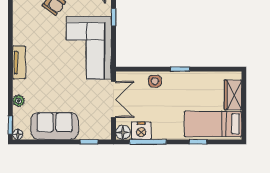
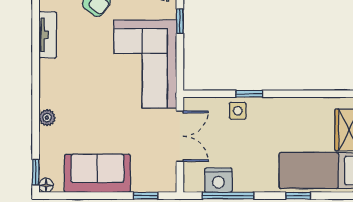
tv unit: (19, 63) -> (48, 35), moved
window: (180, 69) -> (249, 94), moved
plant: (19, 101) -> (47, 118), moved
floor lamp: (123, 132) -> (193, 182), removed

